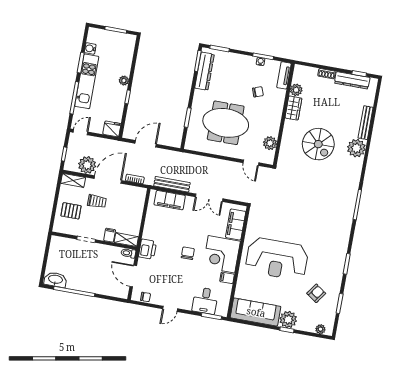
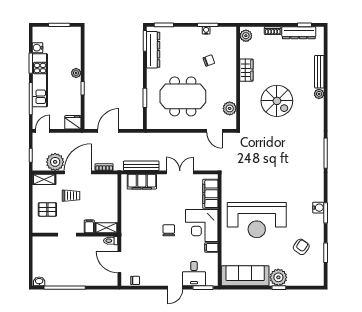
tv unit: (284, 75) -> (231, 40), removed
plant: (296, 90) -> (246, 36), moved
plant: (356, 148) -> (319, 94), width x0.53, depth x0.53
double door: (209, 198) -> (180, 172), swing flipped
printer: (147, 249) -> (129, 233), removed
water cooler: (340, 257) -> (318, 208), added
washbasin: (55, 280) -> (39, 281), width x0.52, depth x0.69
door: (170, 309) -> (175, 288), moved
plant: (320, 329) -> (312, 281), removed

